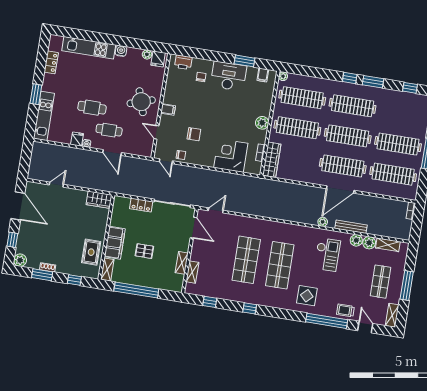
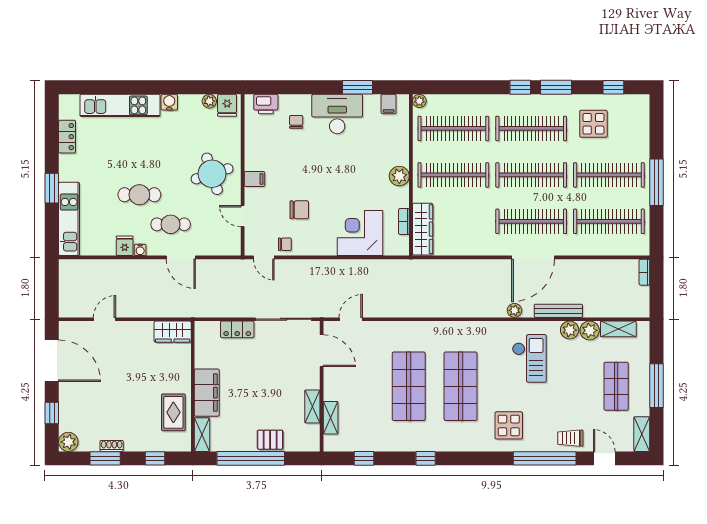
display table: (393, 109) -> (593, 124), added
pallet: (144, 251) -> (270, 440), moved

